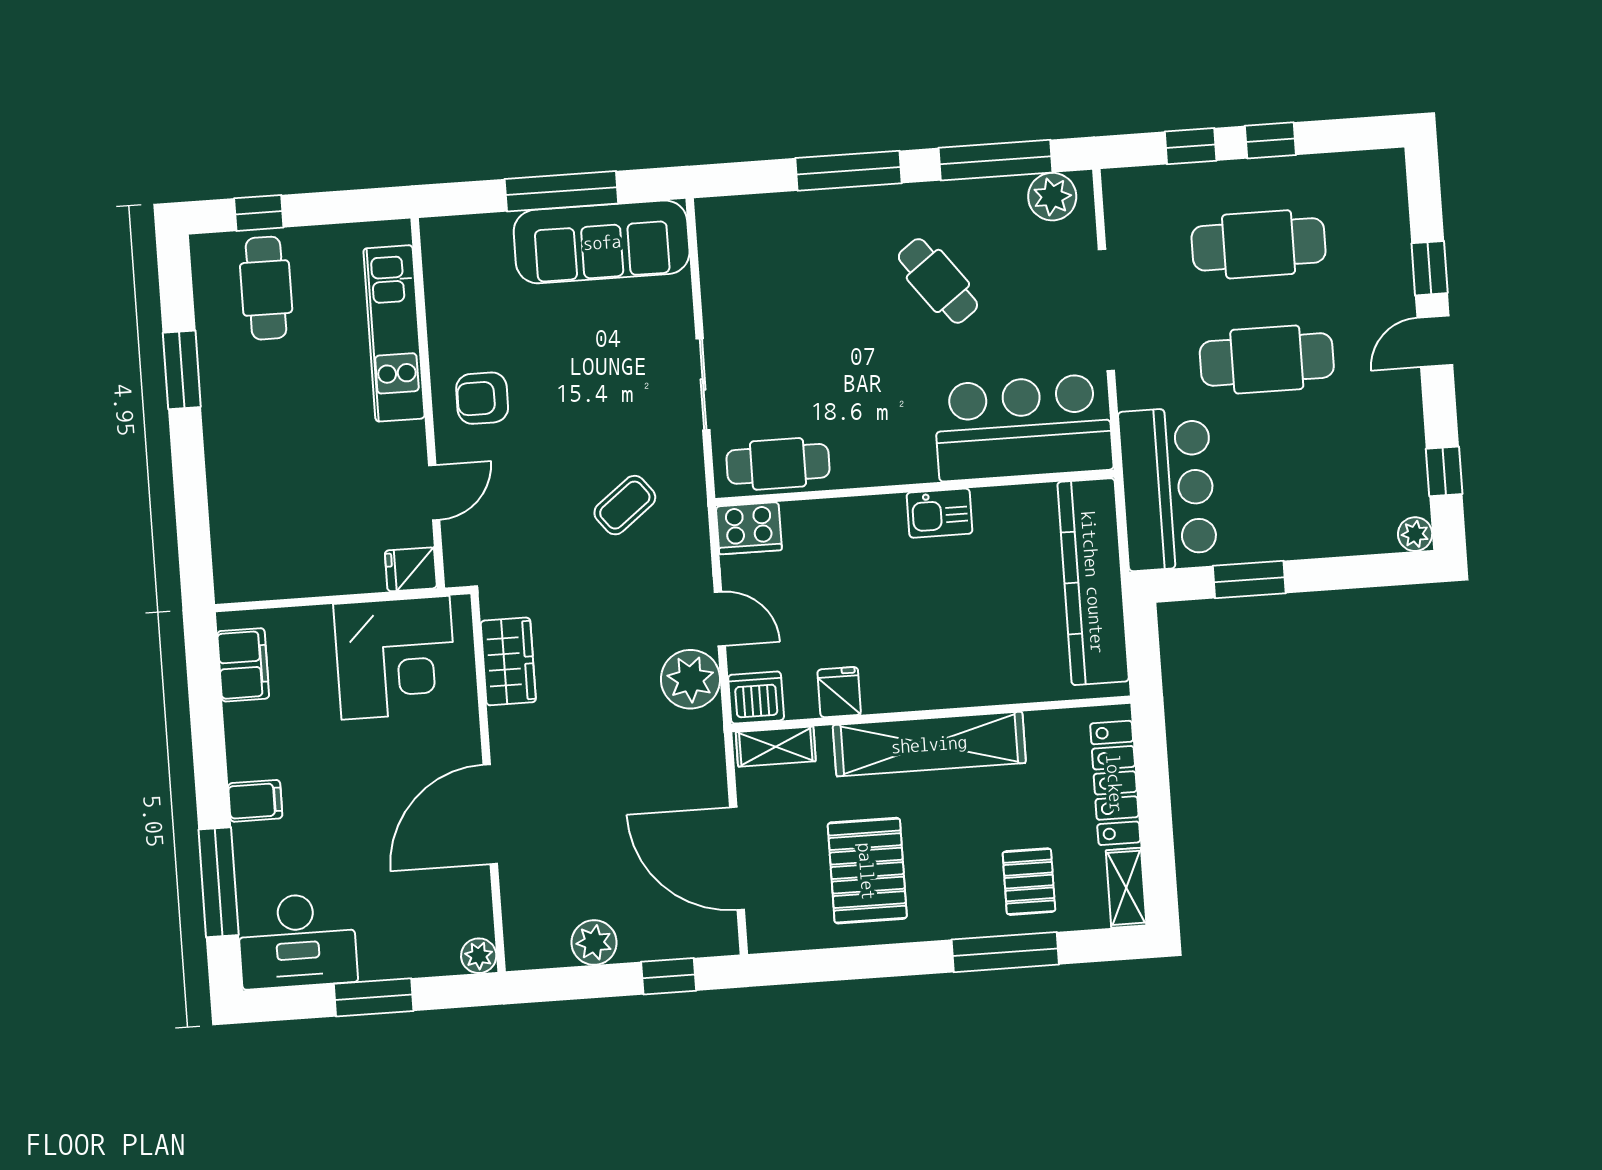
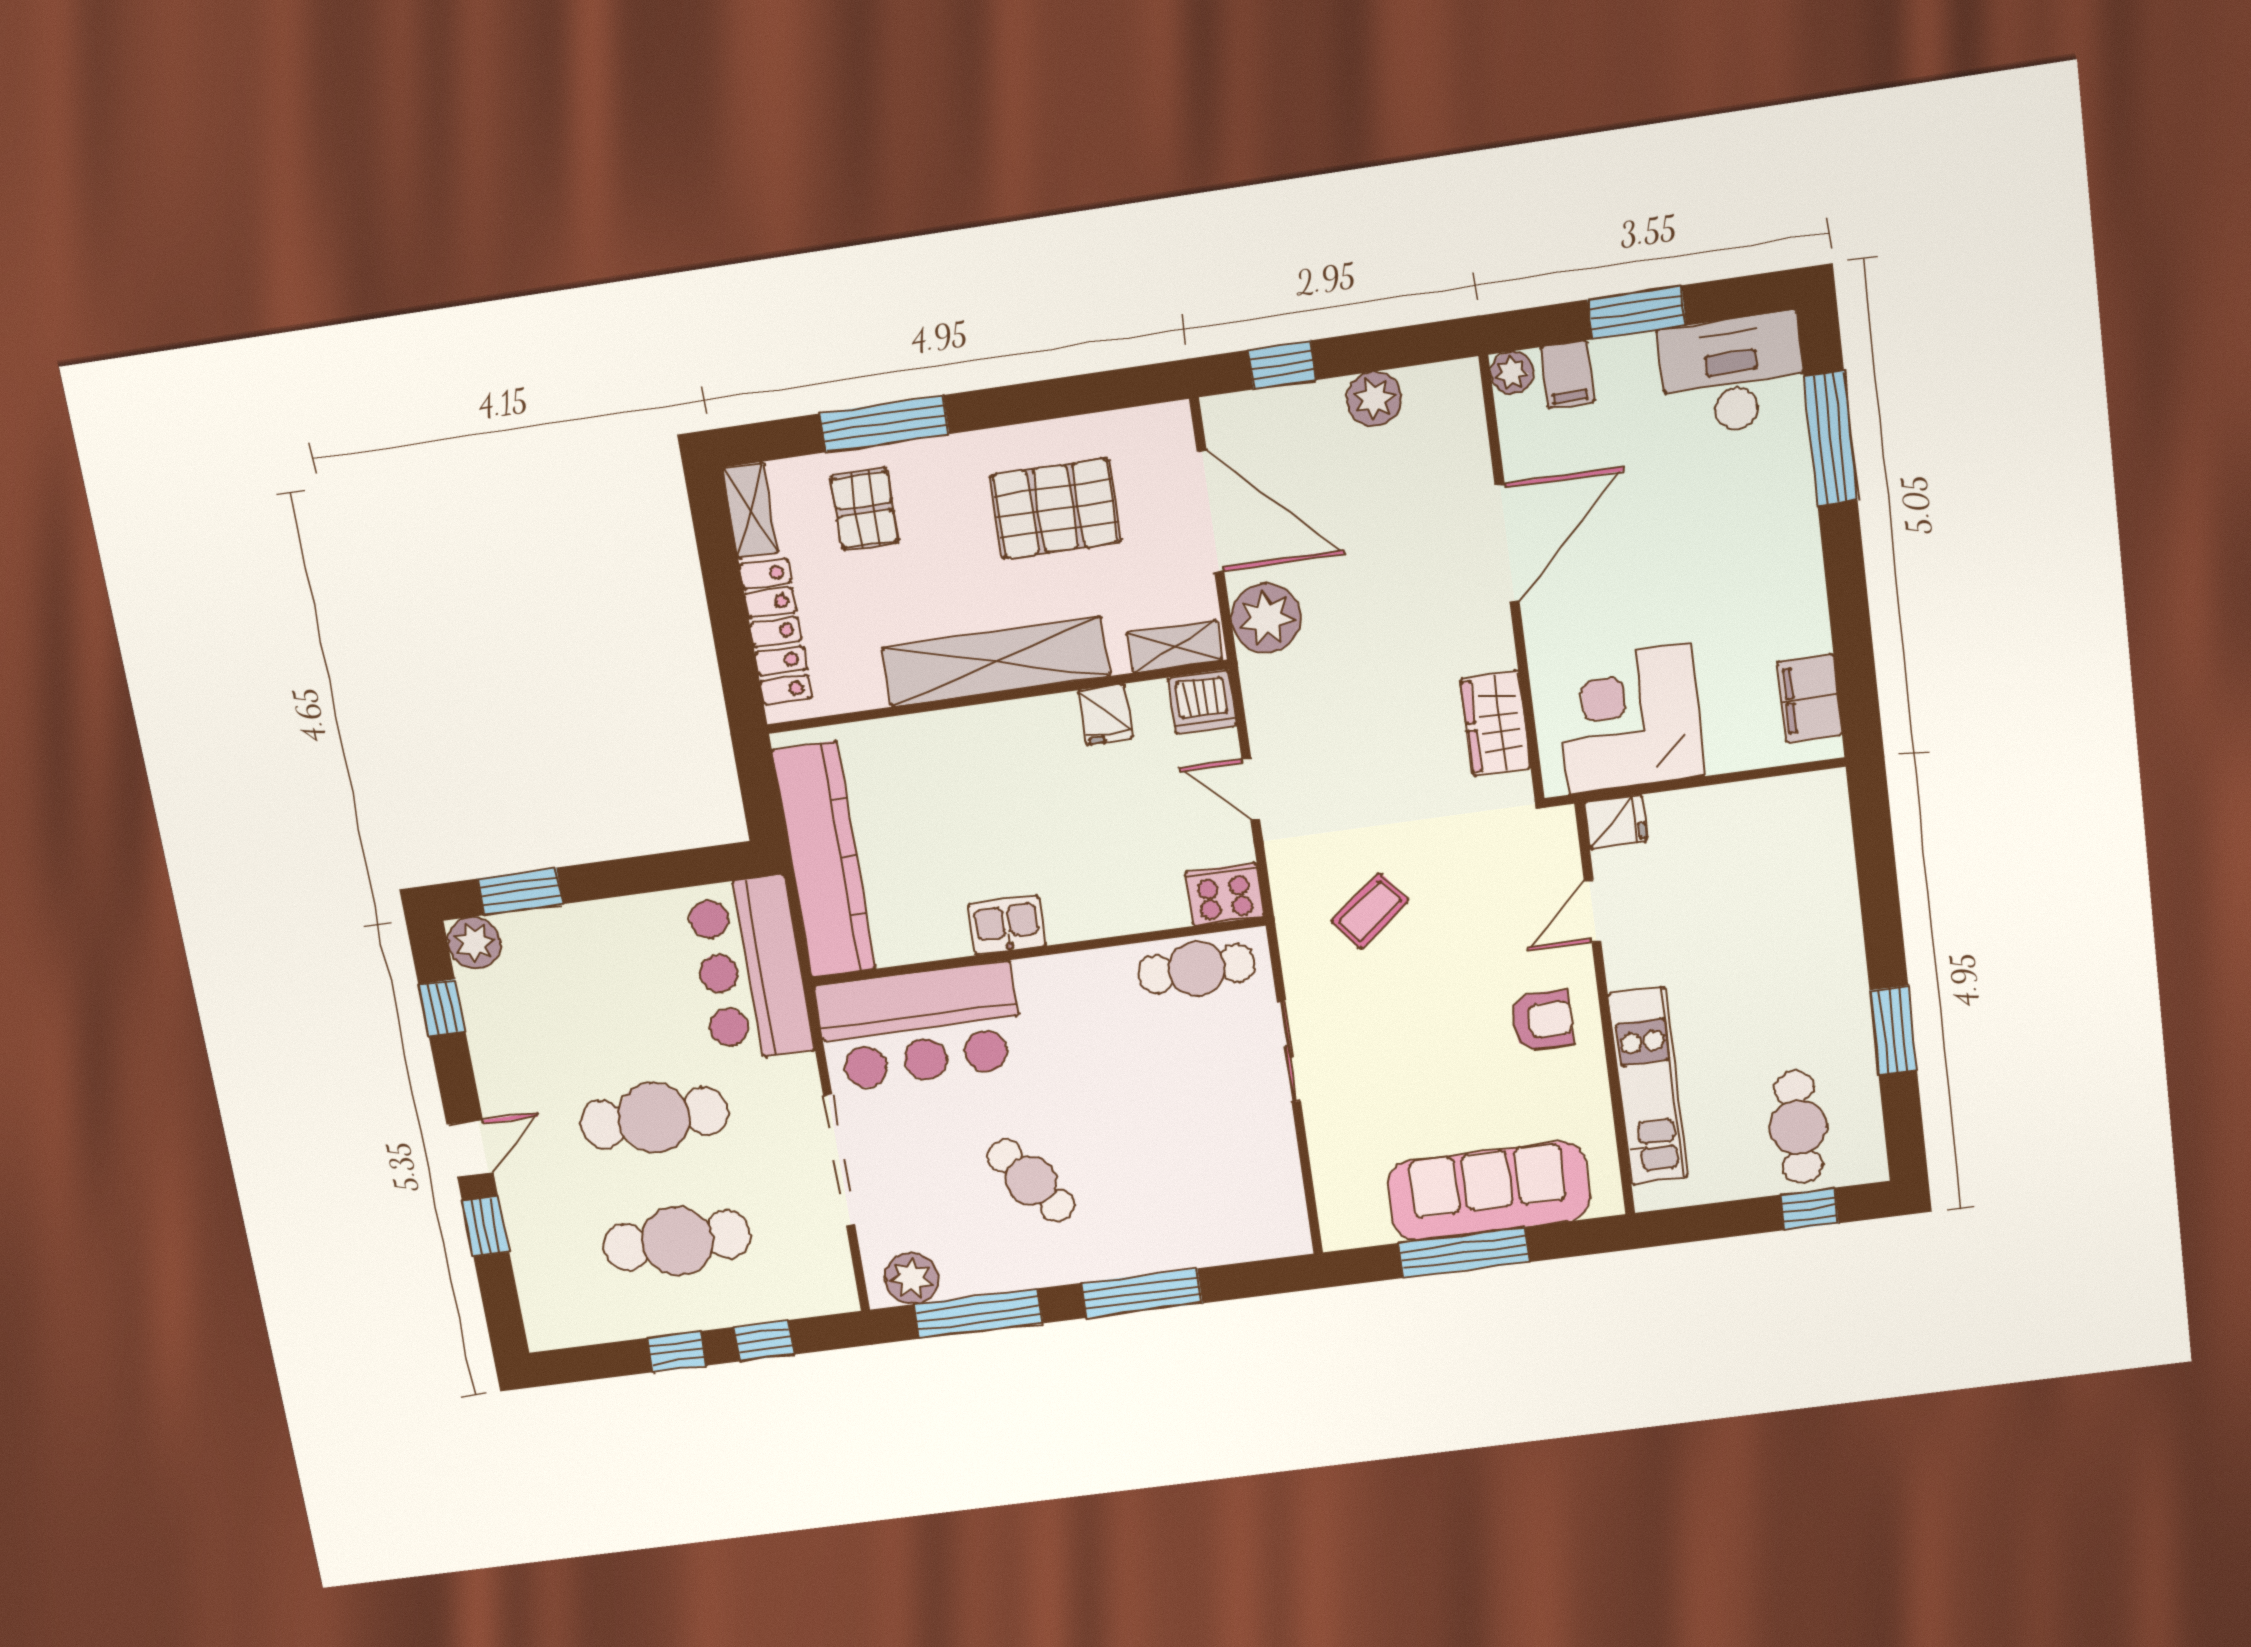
sofa: (602, 242) -> (1488, 1191), moved
plant: (1415, 534) -> (474, 943), width x1.38, depth x1.38
window: (1249, 580) -> (520, 891), moved
plant: (690, 679) -> (1266, 618), moved
filing cabinet: (255, 801) -> (1567, 375), moved, turned -90
pallet: (867, 871) -> (1056, 509), turned 90

